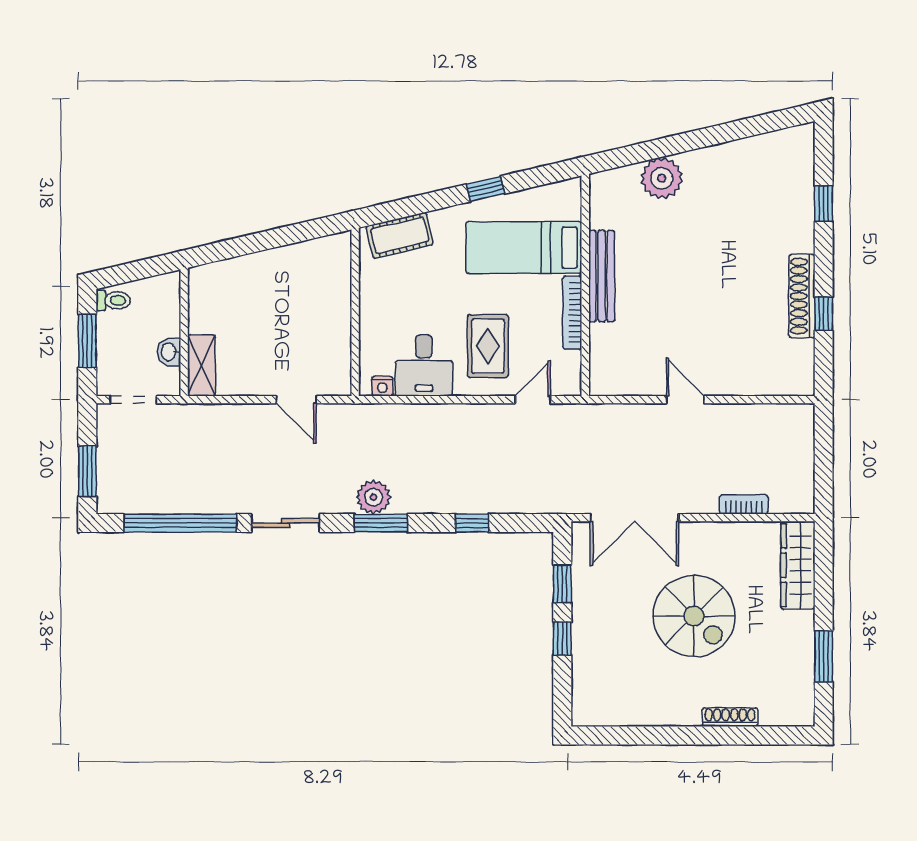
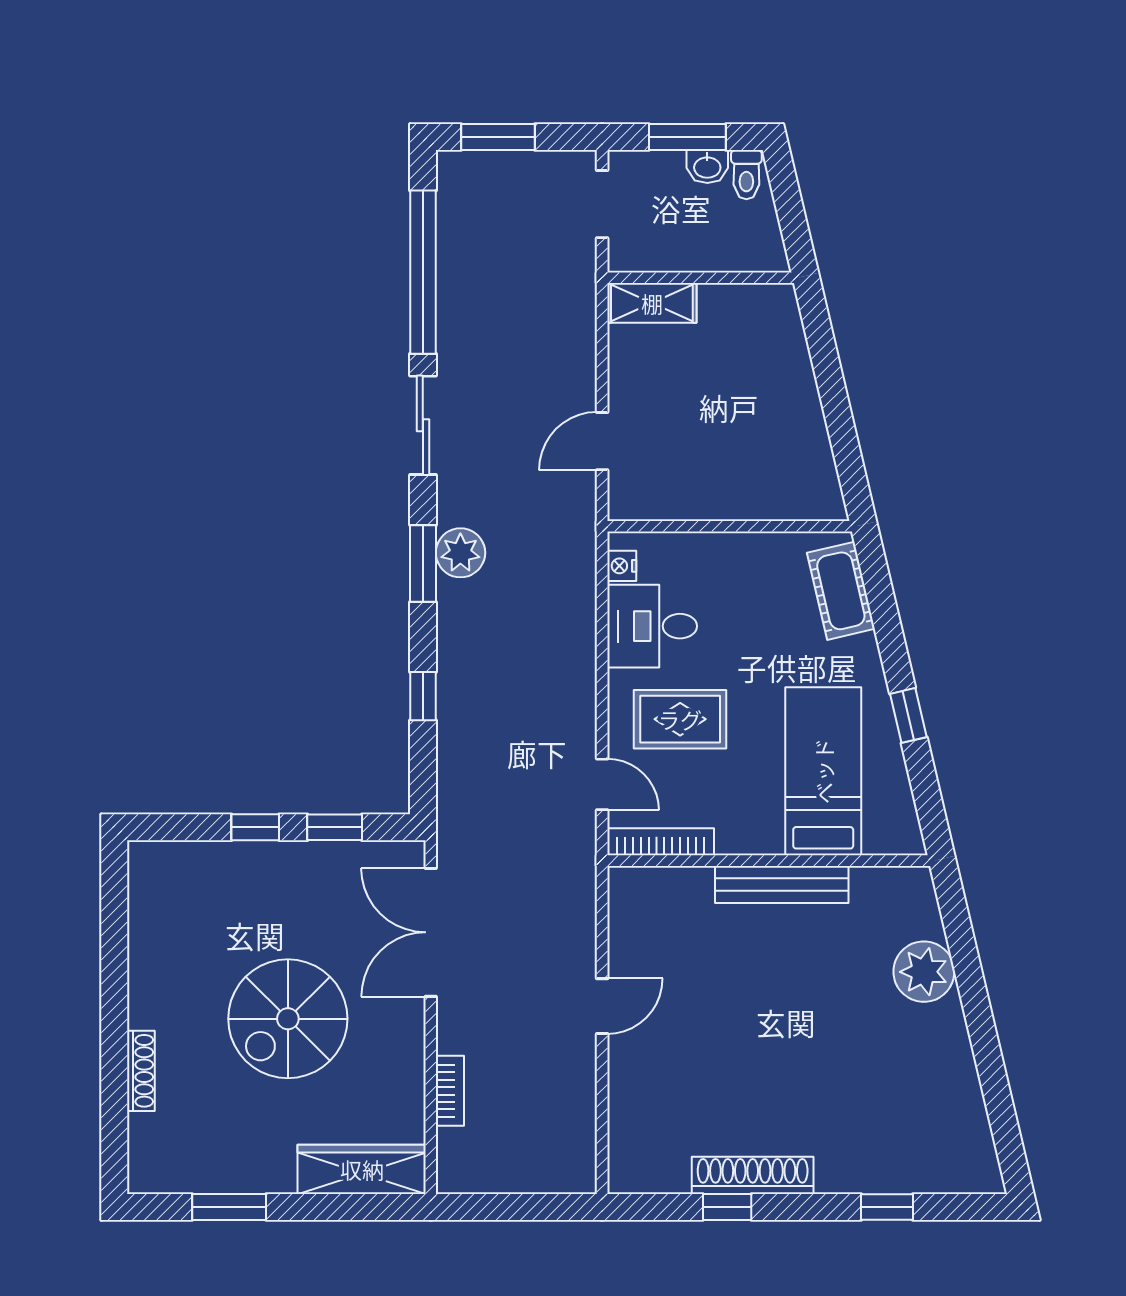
bookcase: (572, 313) -> (661, 842), moved
washbasin: (169, 352) -> (707, 167), moved, turned 180

